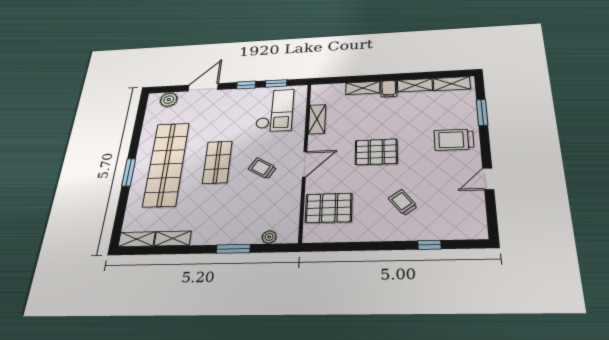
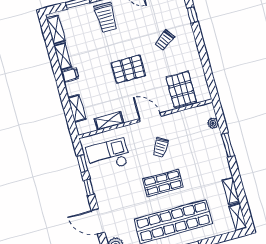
shelving: (363, 88) -> (77, 108), moved
pallet: (376, 152) -> (128, 69), turned 90

